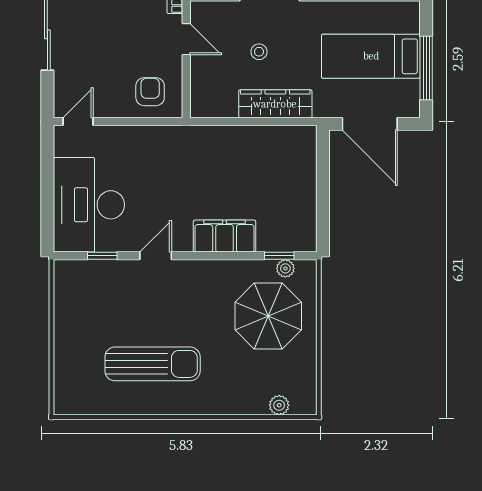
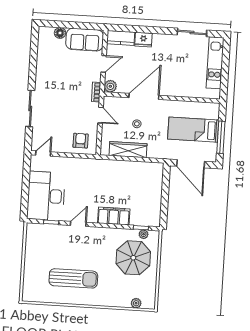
wardrobe: (275, 104) -> (128, 150), moved

